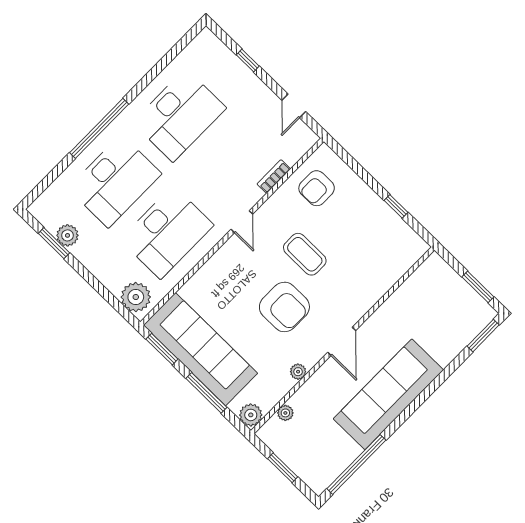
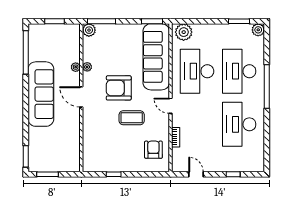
plant: (67, 235) -> (258, 30), moved
sofa: (200, 349) -> (156, 57), moved, turned 90
window: (206, 393) -> (101, 21), moved
plant: (285, 413) -> (76, 67), moved

